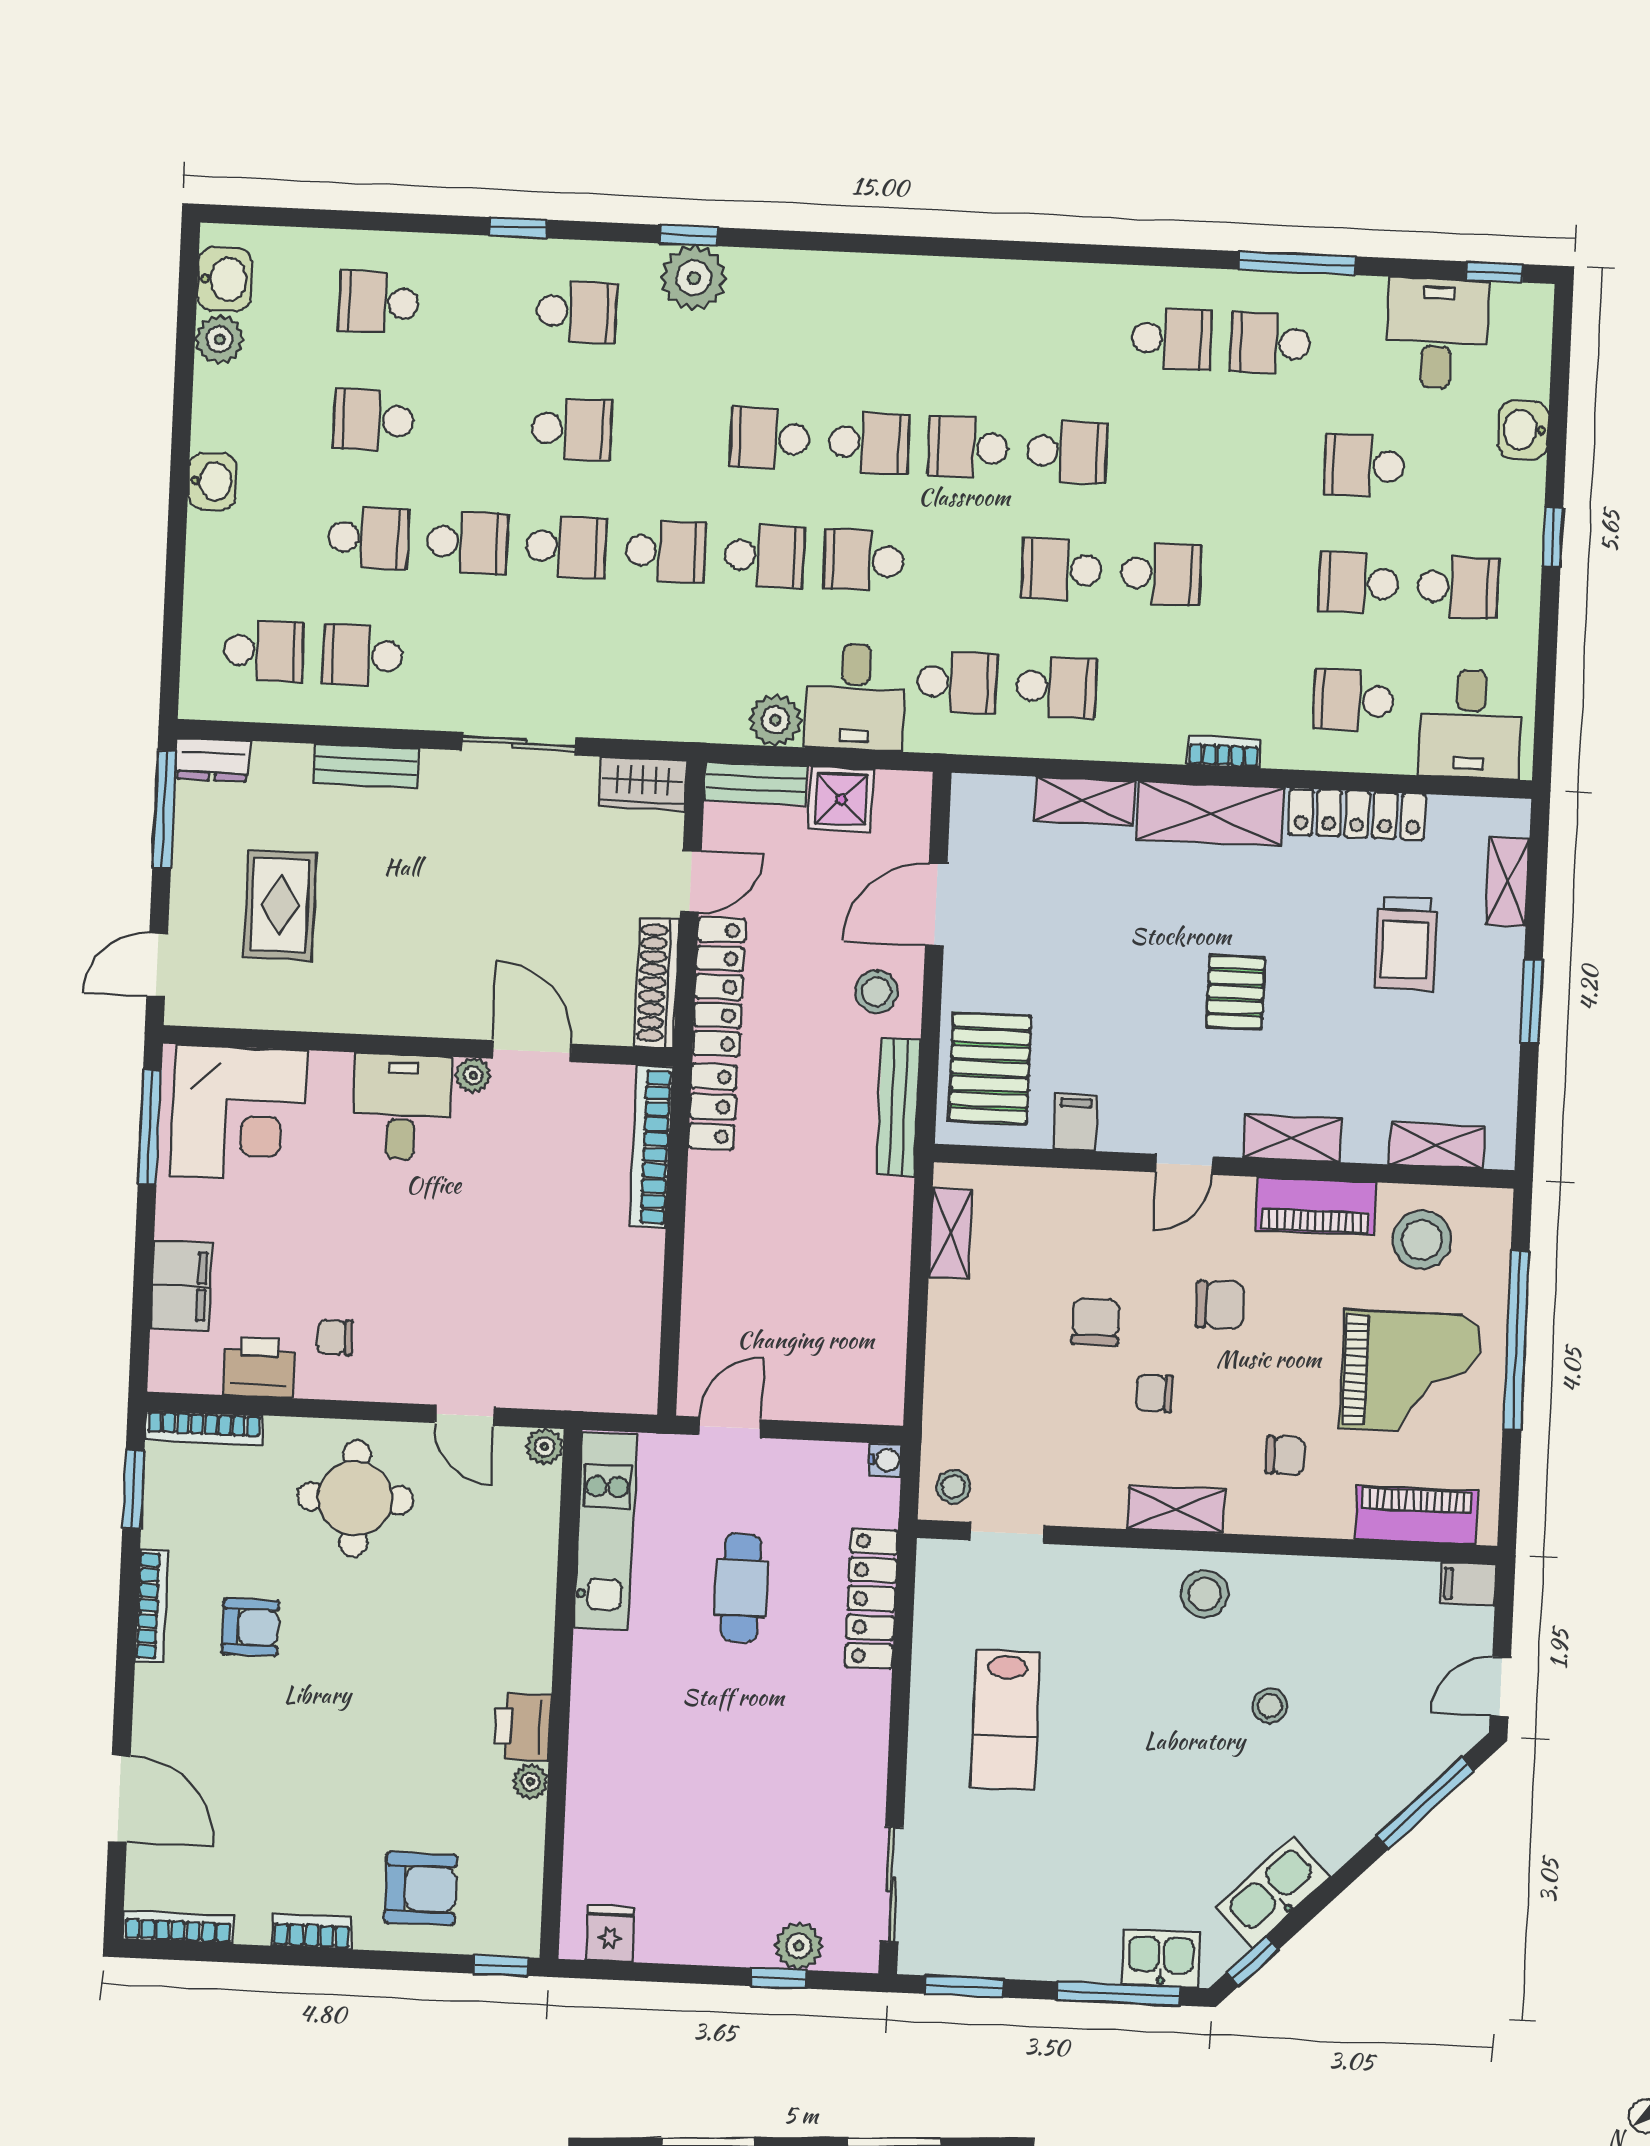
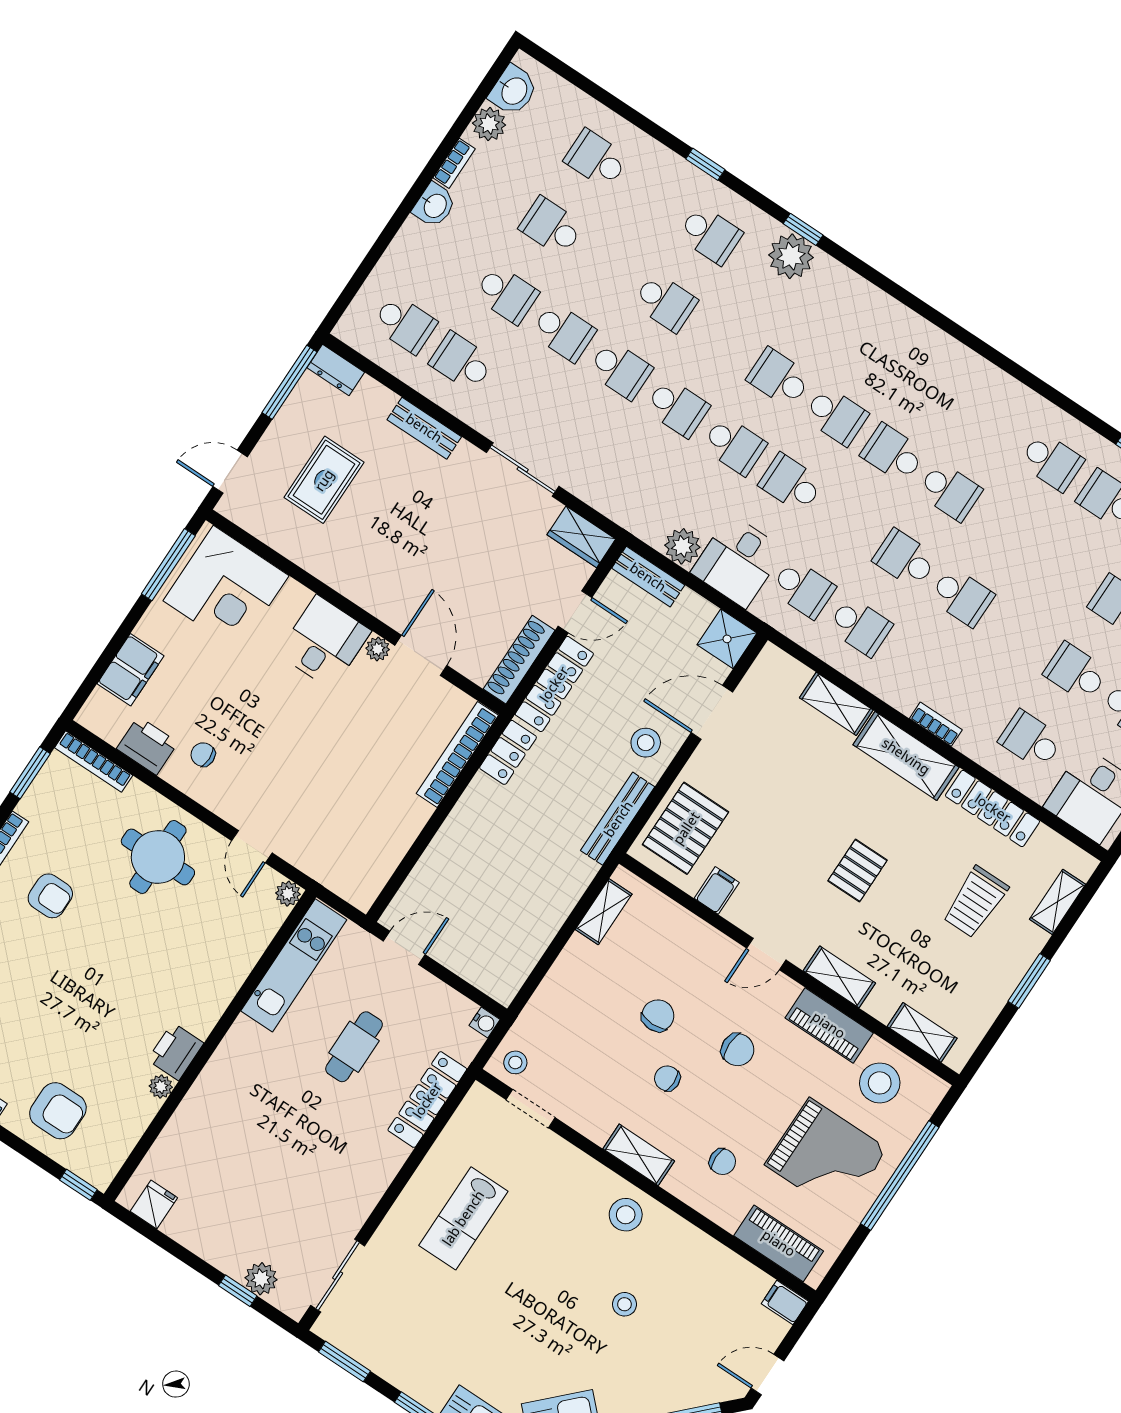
bookcase: (205, 414) -> (454, 163), added
shower: (841, 799) -> (727, 639), moved

